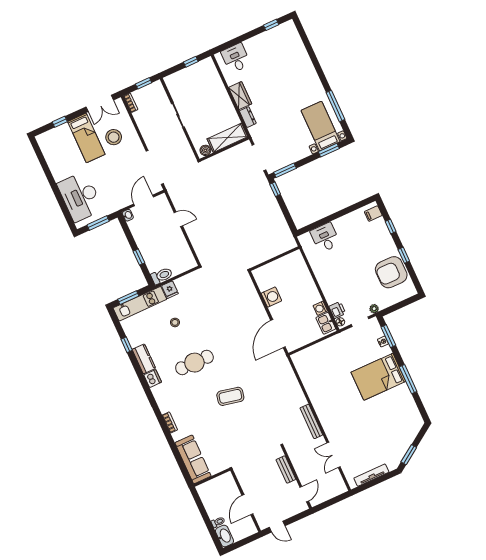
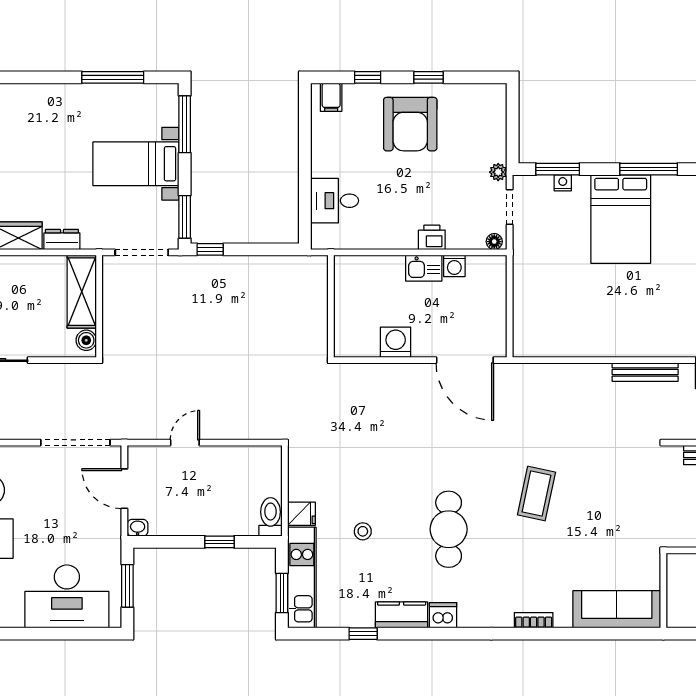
bed with nightstands: (321, 126) -> (136, 164), moved
window: (329, 150) -> (185, 124), width x1.44
armchair: (391, 272) -> (410, 124), moved
printer: (337, 310) -> (432, 237), moved
kitchen sink: (326, 323) -> (424, 268), moved

